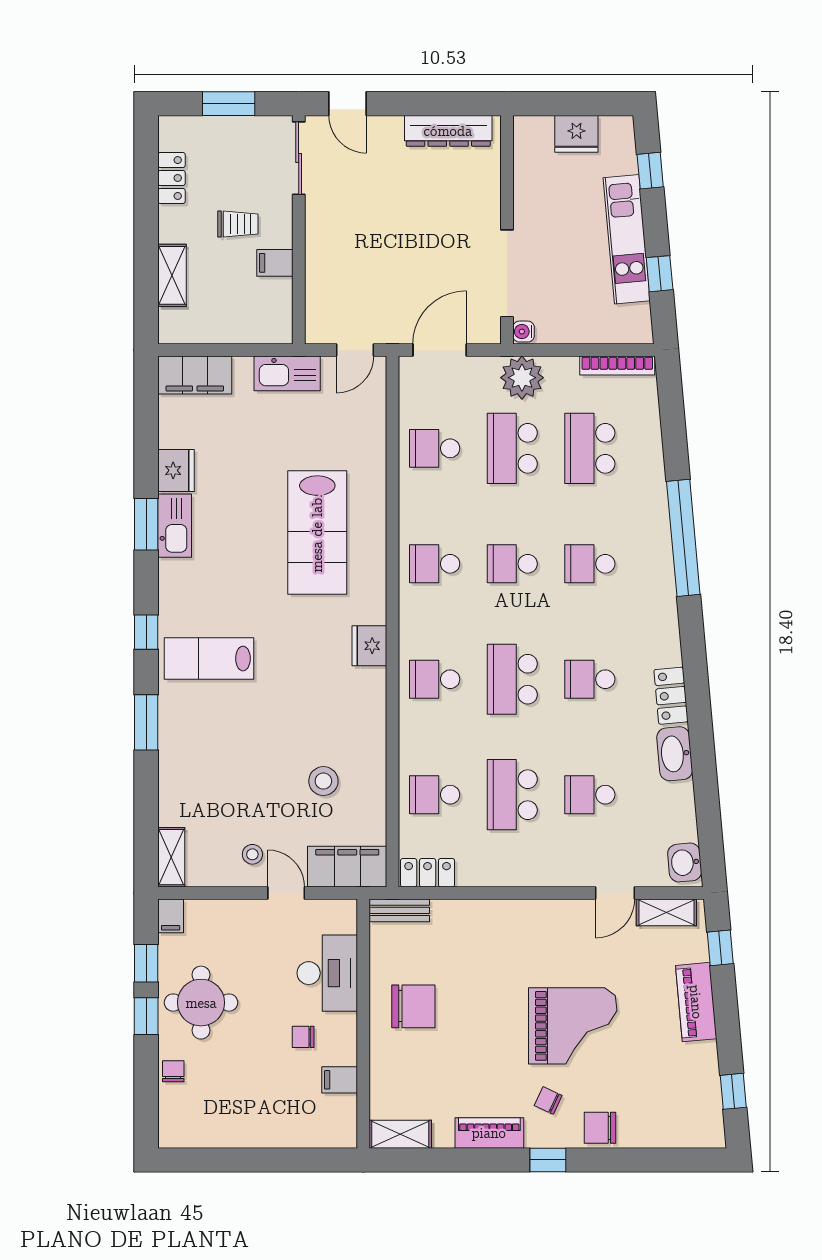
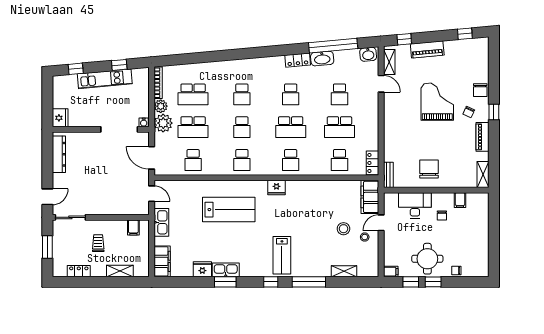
fridge: (576, 134) -> (60, 118), moved
filing cabinet: (275, 263) -> (133, 228), moved
plant: (562, 372) -> (161, 106), added
window: (683, 538) -> (333, 46), moved
window: (146, 722) -> (309, 282), width x1.44
stool: (323, 781) -> (343, 229), moved
shelving: (171, 857) -> (344, 271), moved

